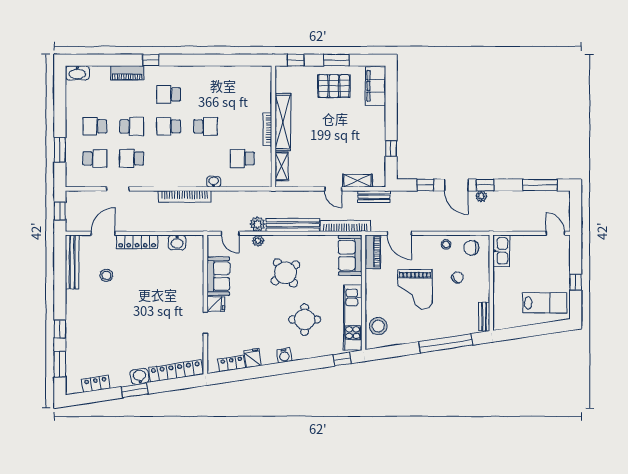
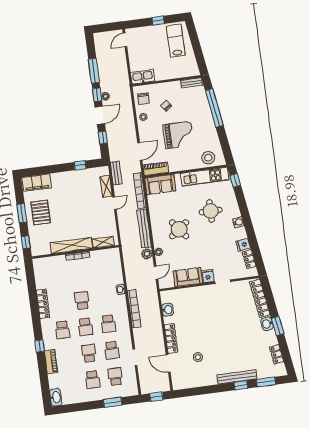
locker: (208, 72) -> (43, 304), added
school desk: (242, 158) -> (108, 324), moved
window: (540, 185) -> (94, 71), moved
bench: (72, 262) -> (237, 377), moved

